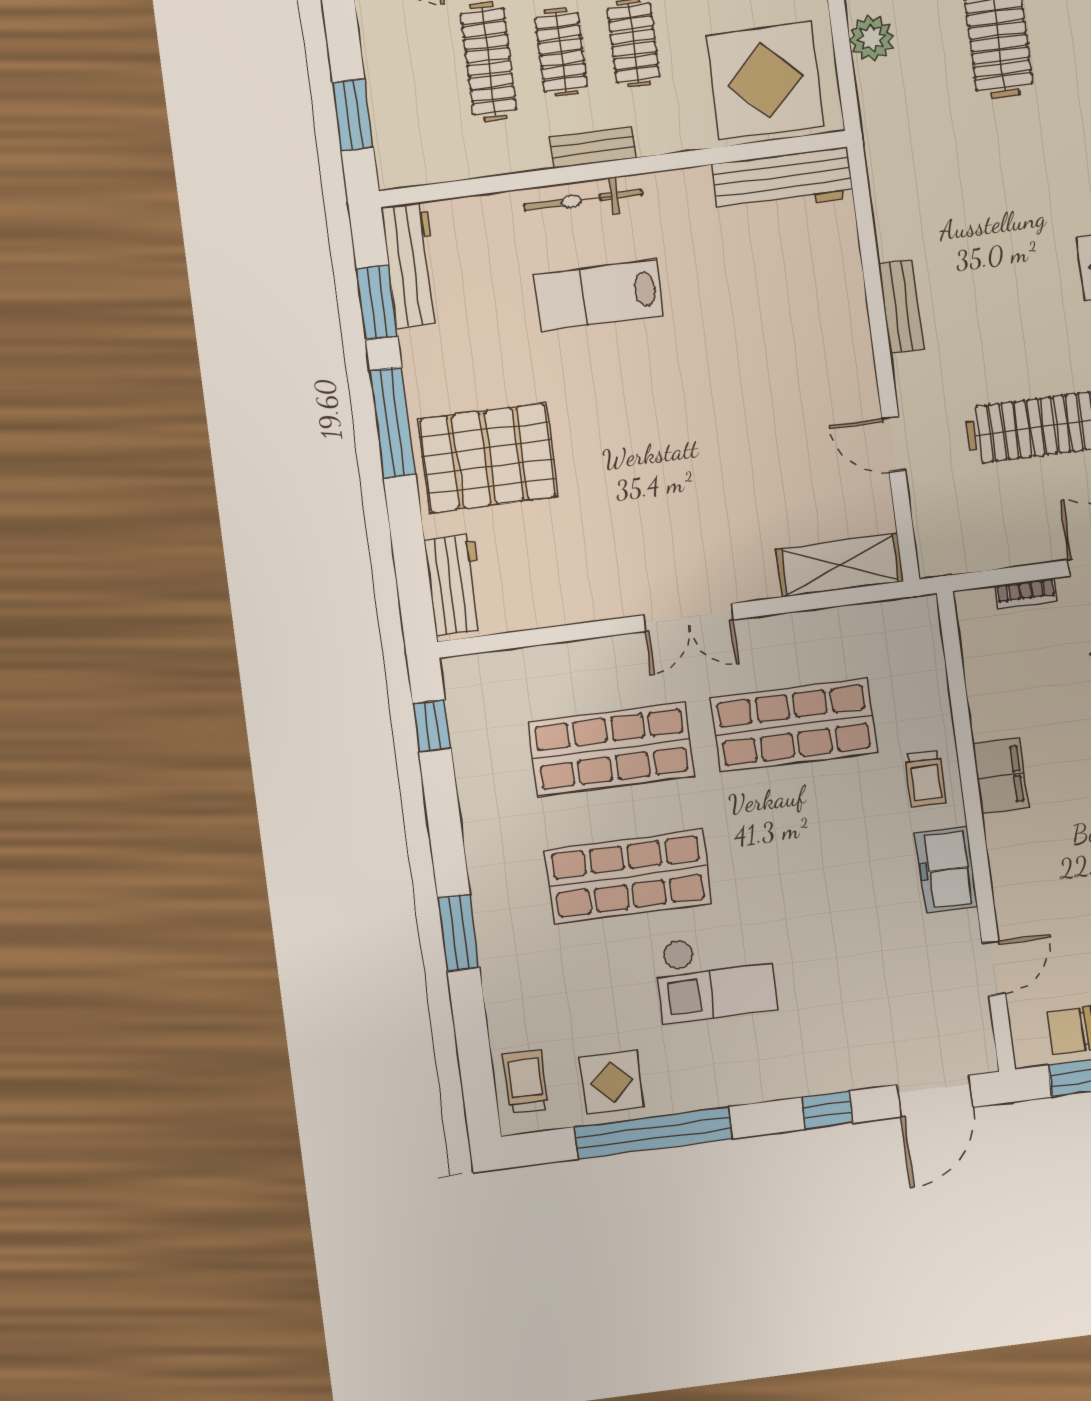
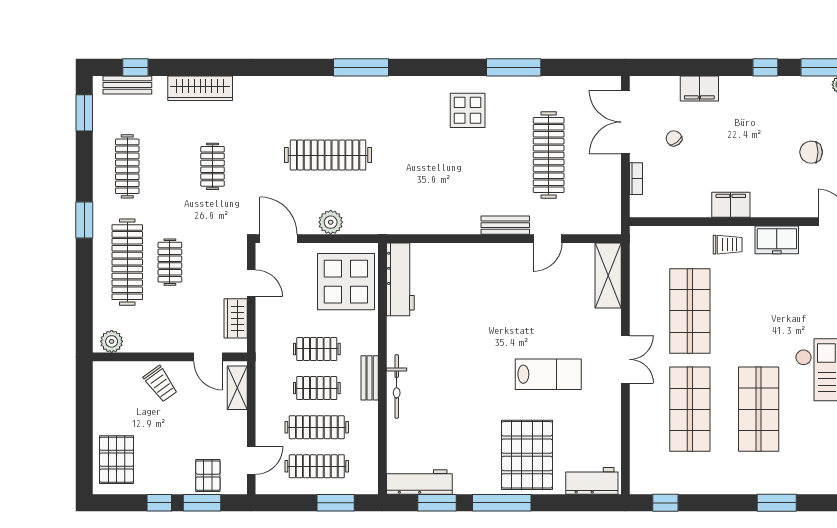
clothes rail: (416, 71) -> (317, 466), added
lab bench: (599, 295) -> (548, 374), moved, turned -90
bench: (901, 307) -> (505, 225), moved

